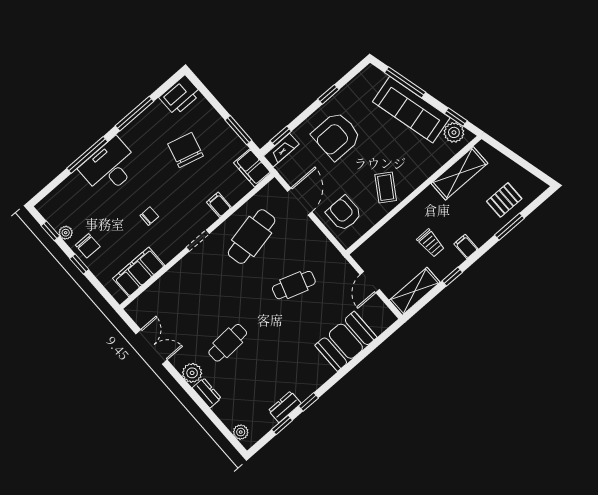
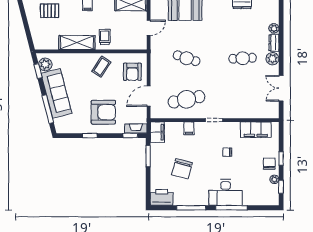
shelving: (459, 173) -> (77, 42), moved
trolley: (431, 243) -> (105, 37), moved
plant: (241, 432) -> (274, 28), moved

